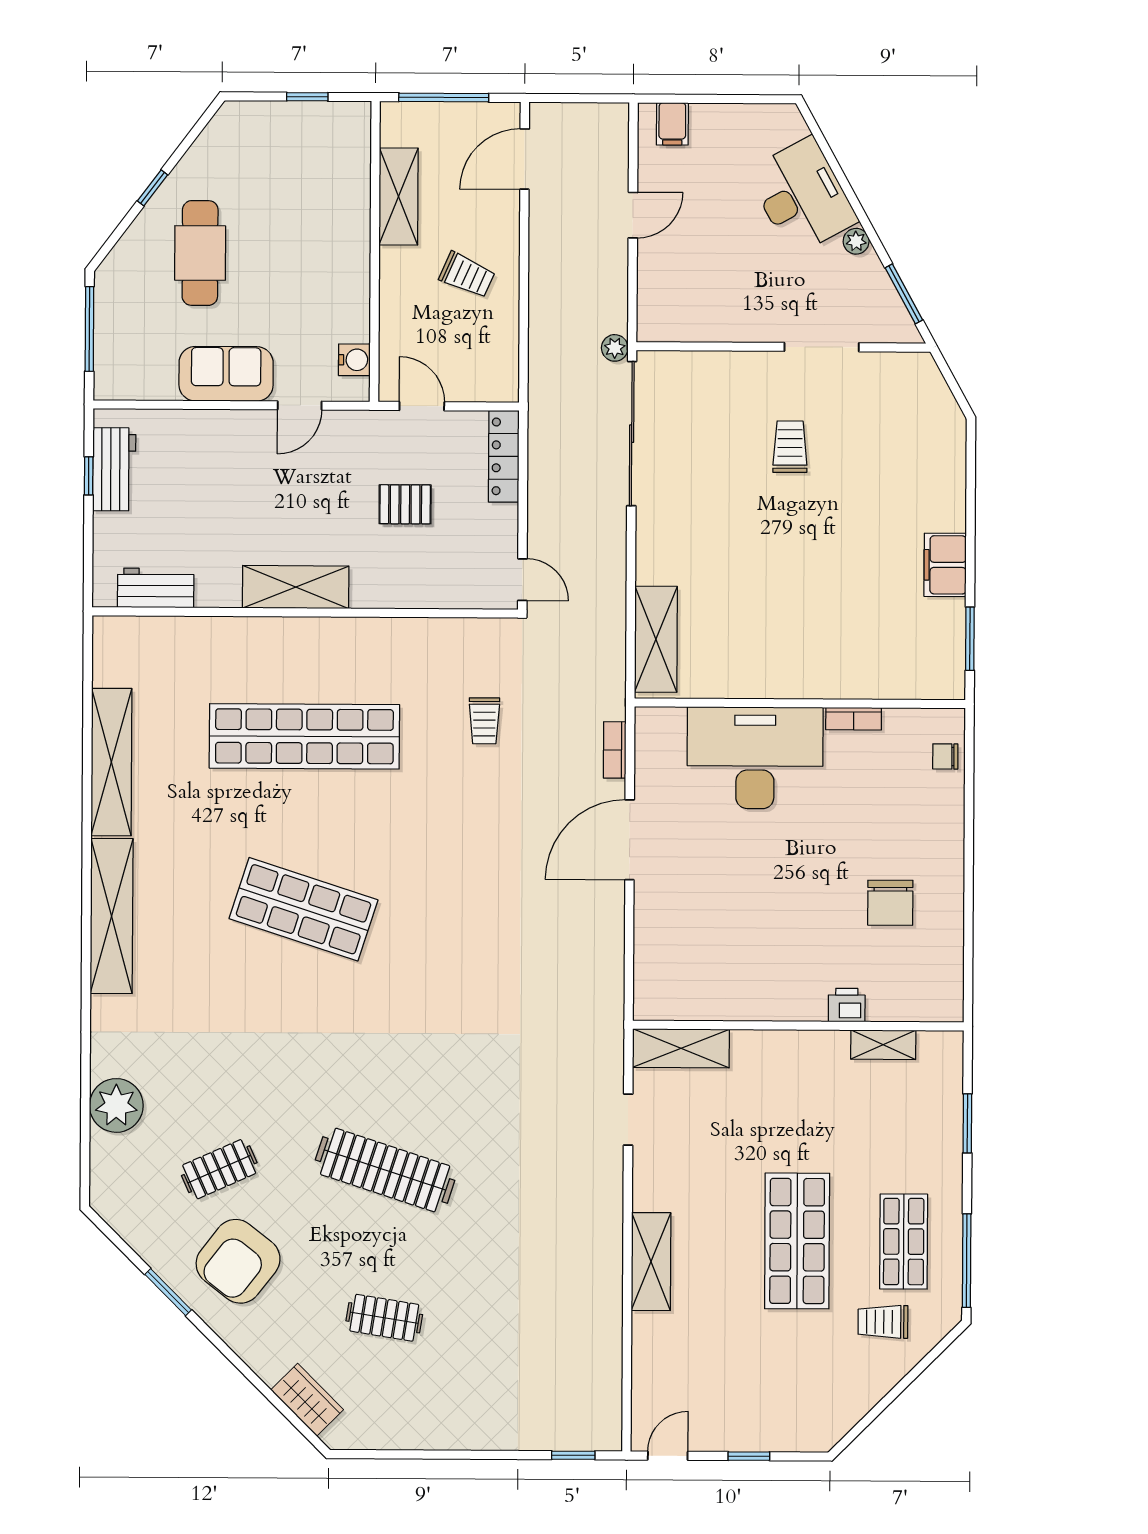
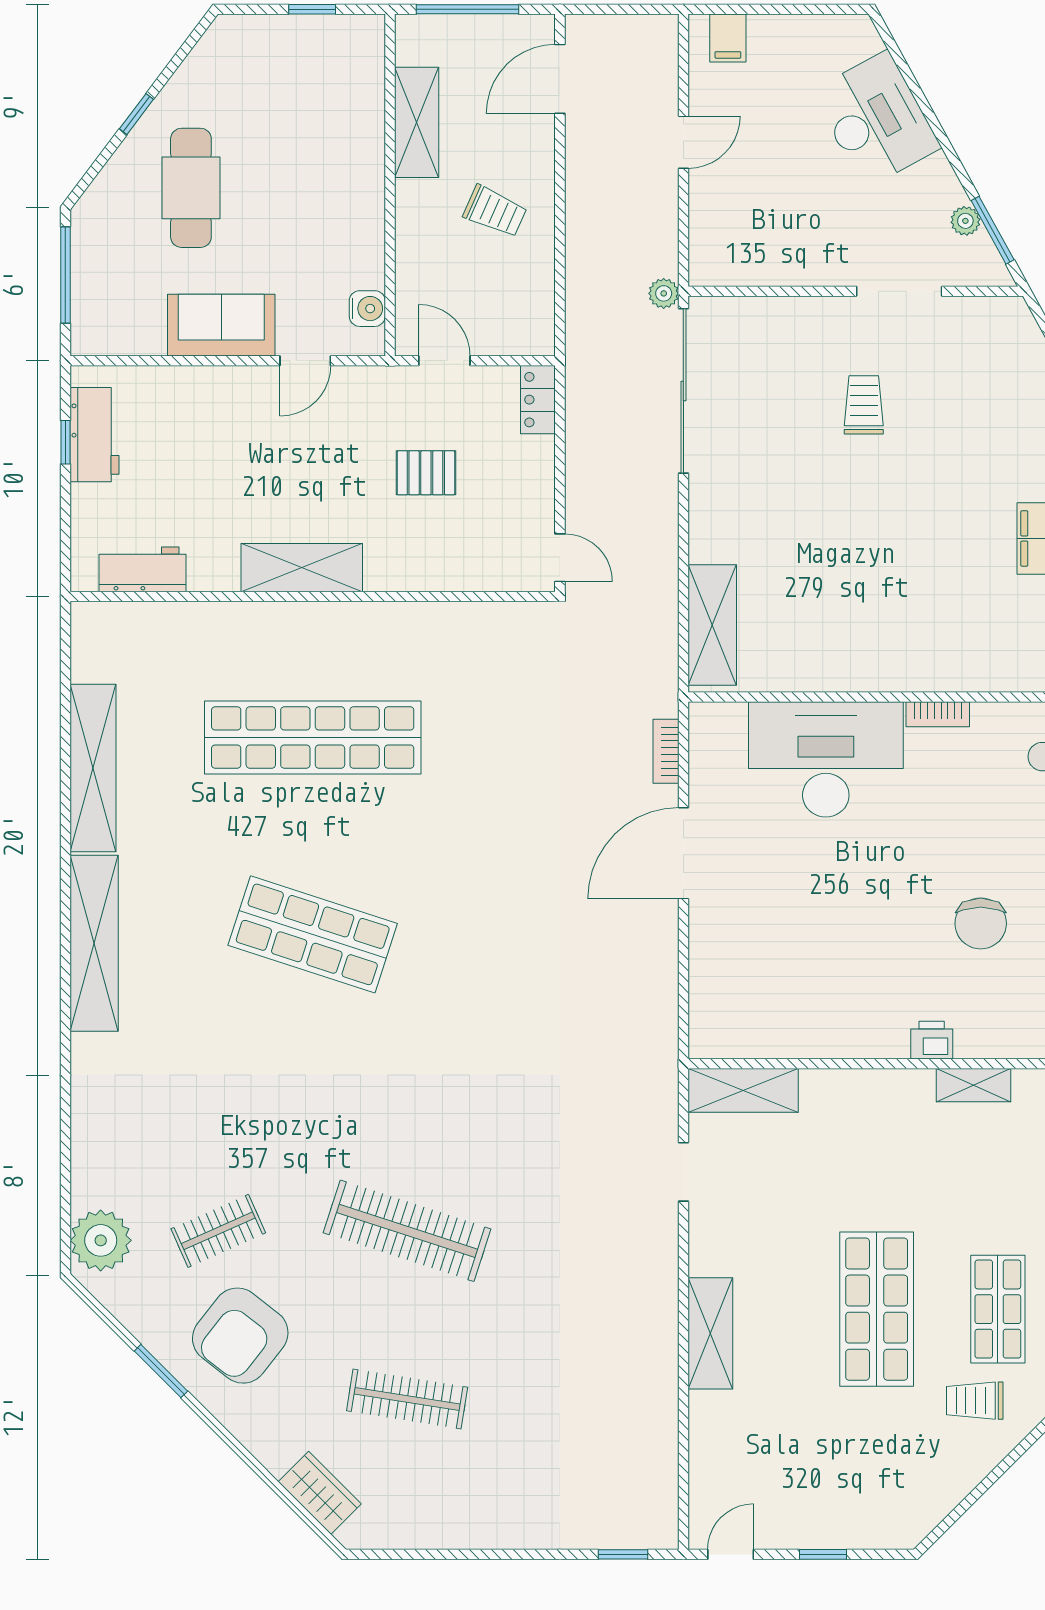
plant: (856, 241) -> (965, 221), moved
locker: (504, 456) -> (538, 400), width x0.66
trolley: (484, 721) -> (517, 719), removed
plant: (116, 1105) -> (101, 1240), moved
clothes rail: (384, 1318) -> (407, 1399), width x1.36

